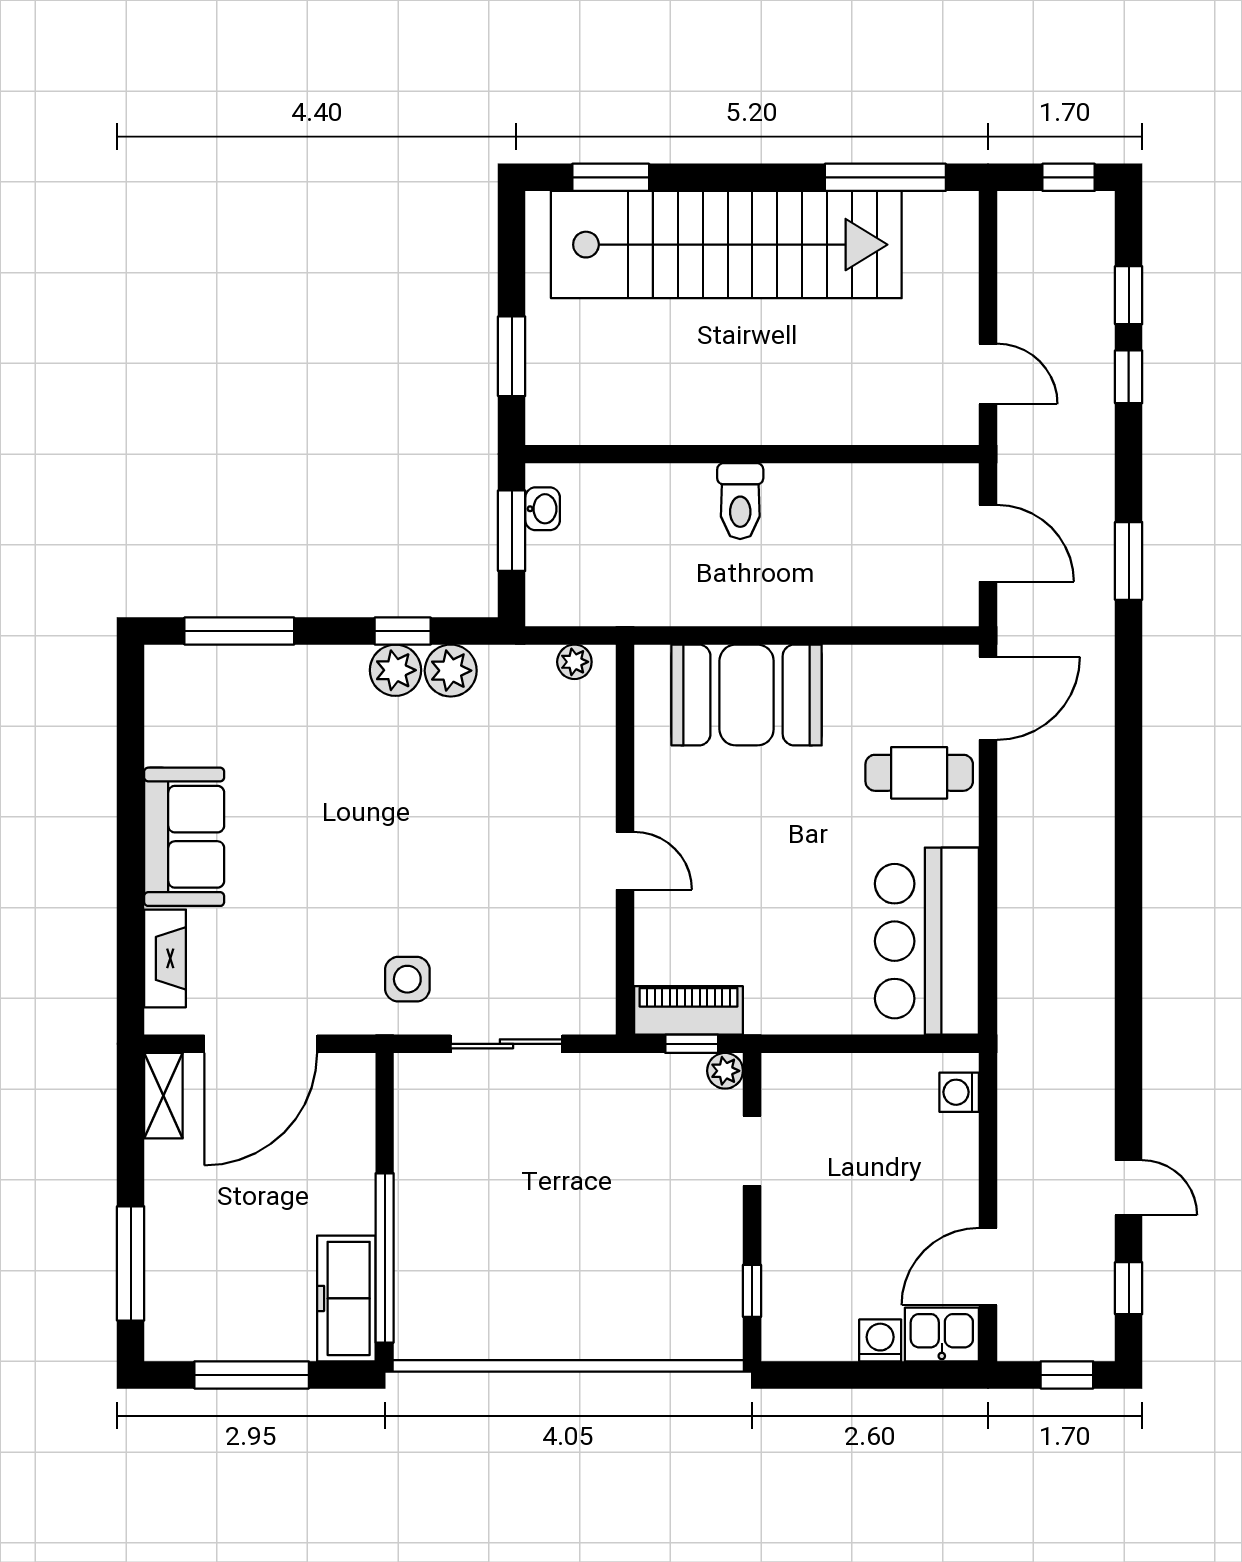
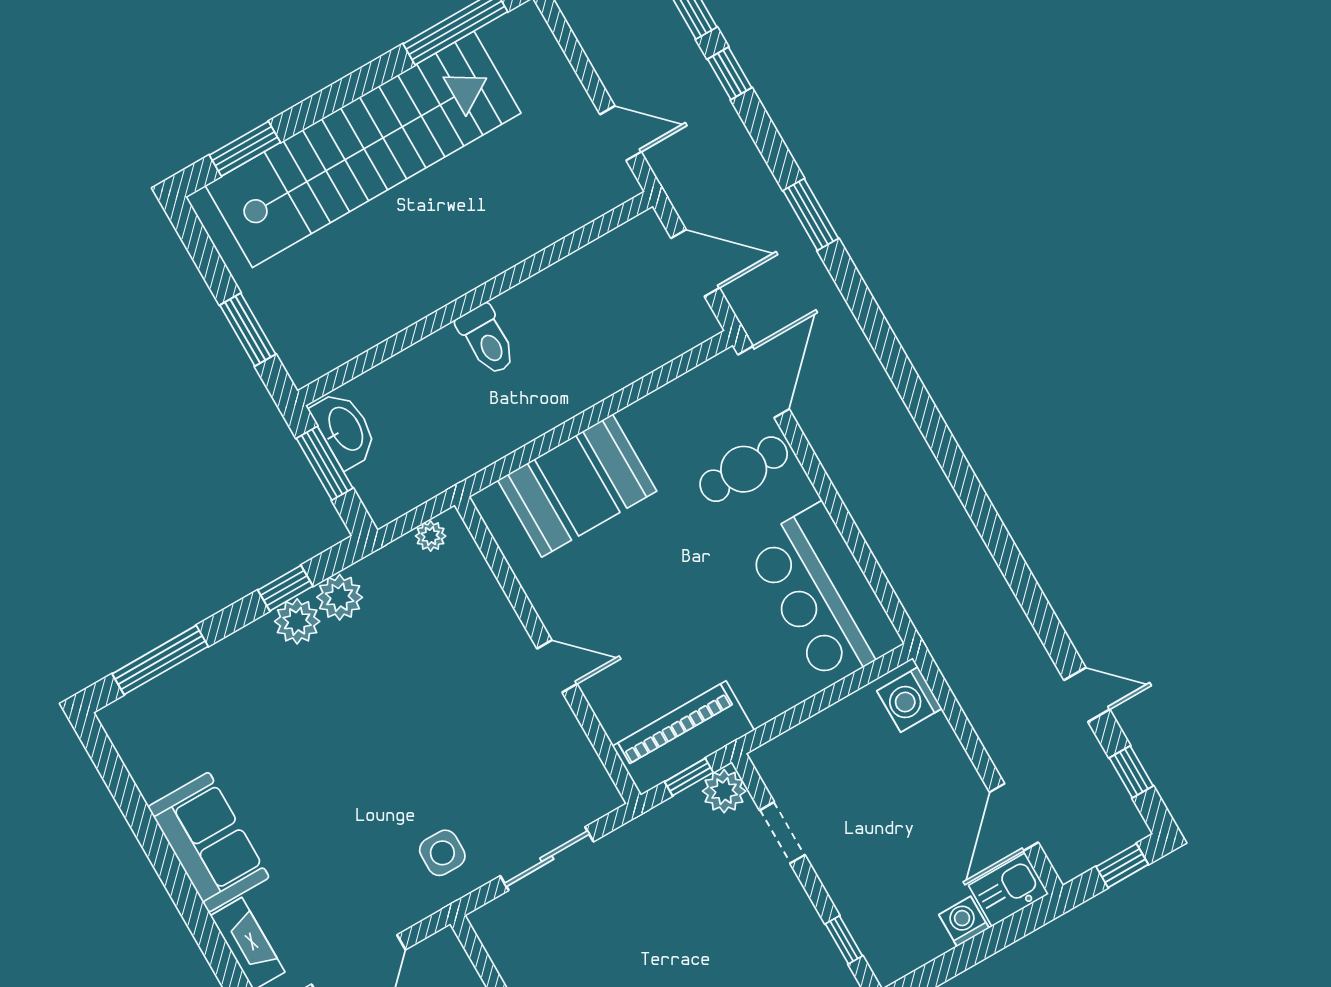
washbasin: (543, 509) -> (345, 429), width x1.91, depth x1.45
piano: (688, 1010) -> (683, 738), width x1.37, depth x1.33
plant: (725, 1071) -> (724, 791), width x1.38, depth x1.38
washing machine: (959, 1092) -> (909, 700), width x1.38, depth x1.38

